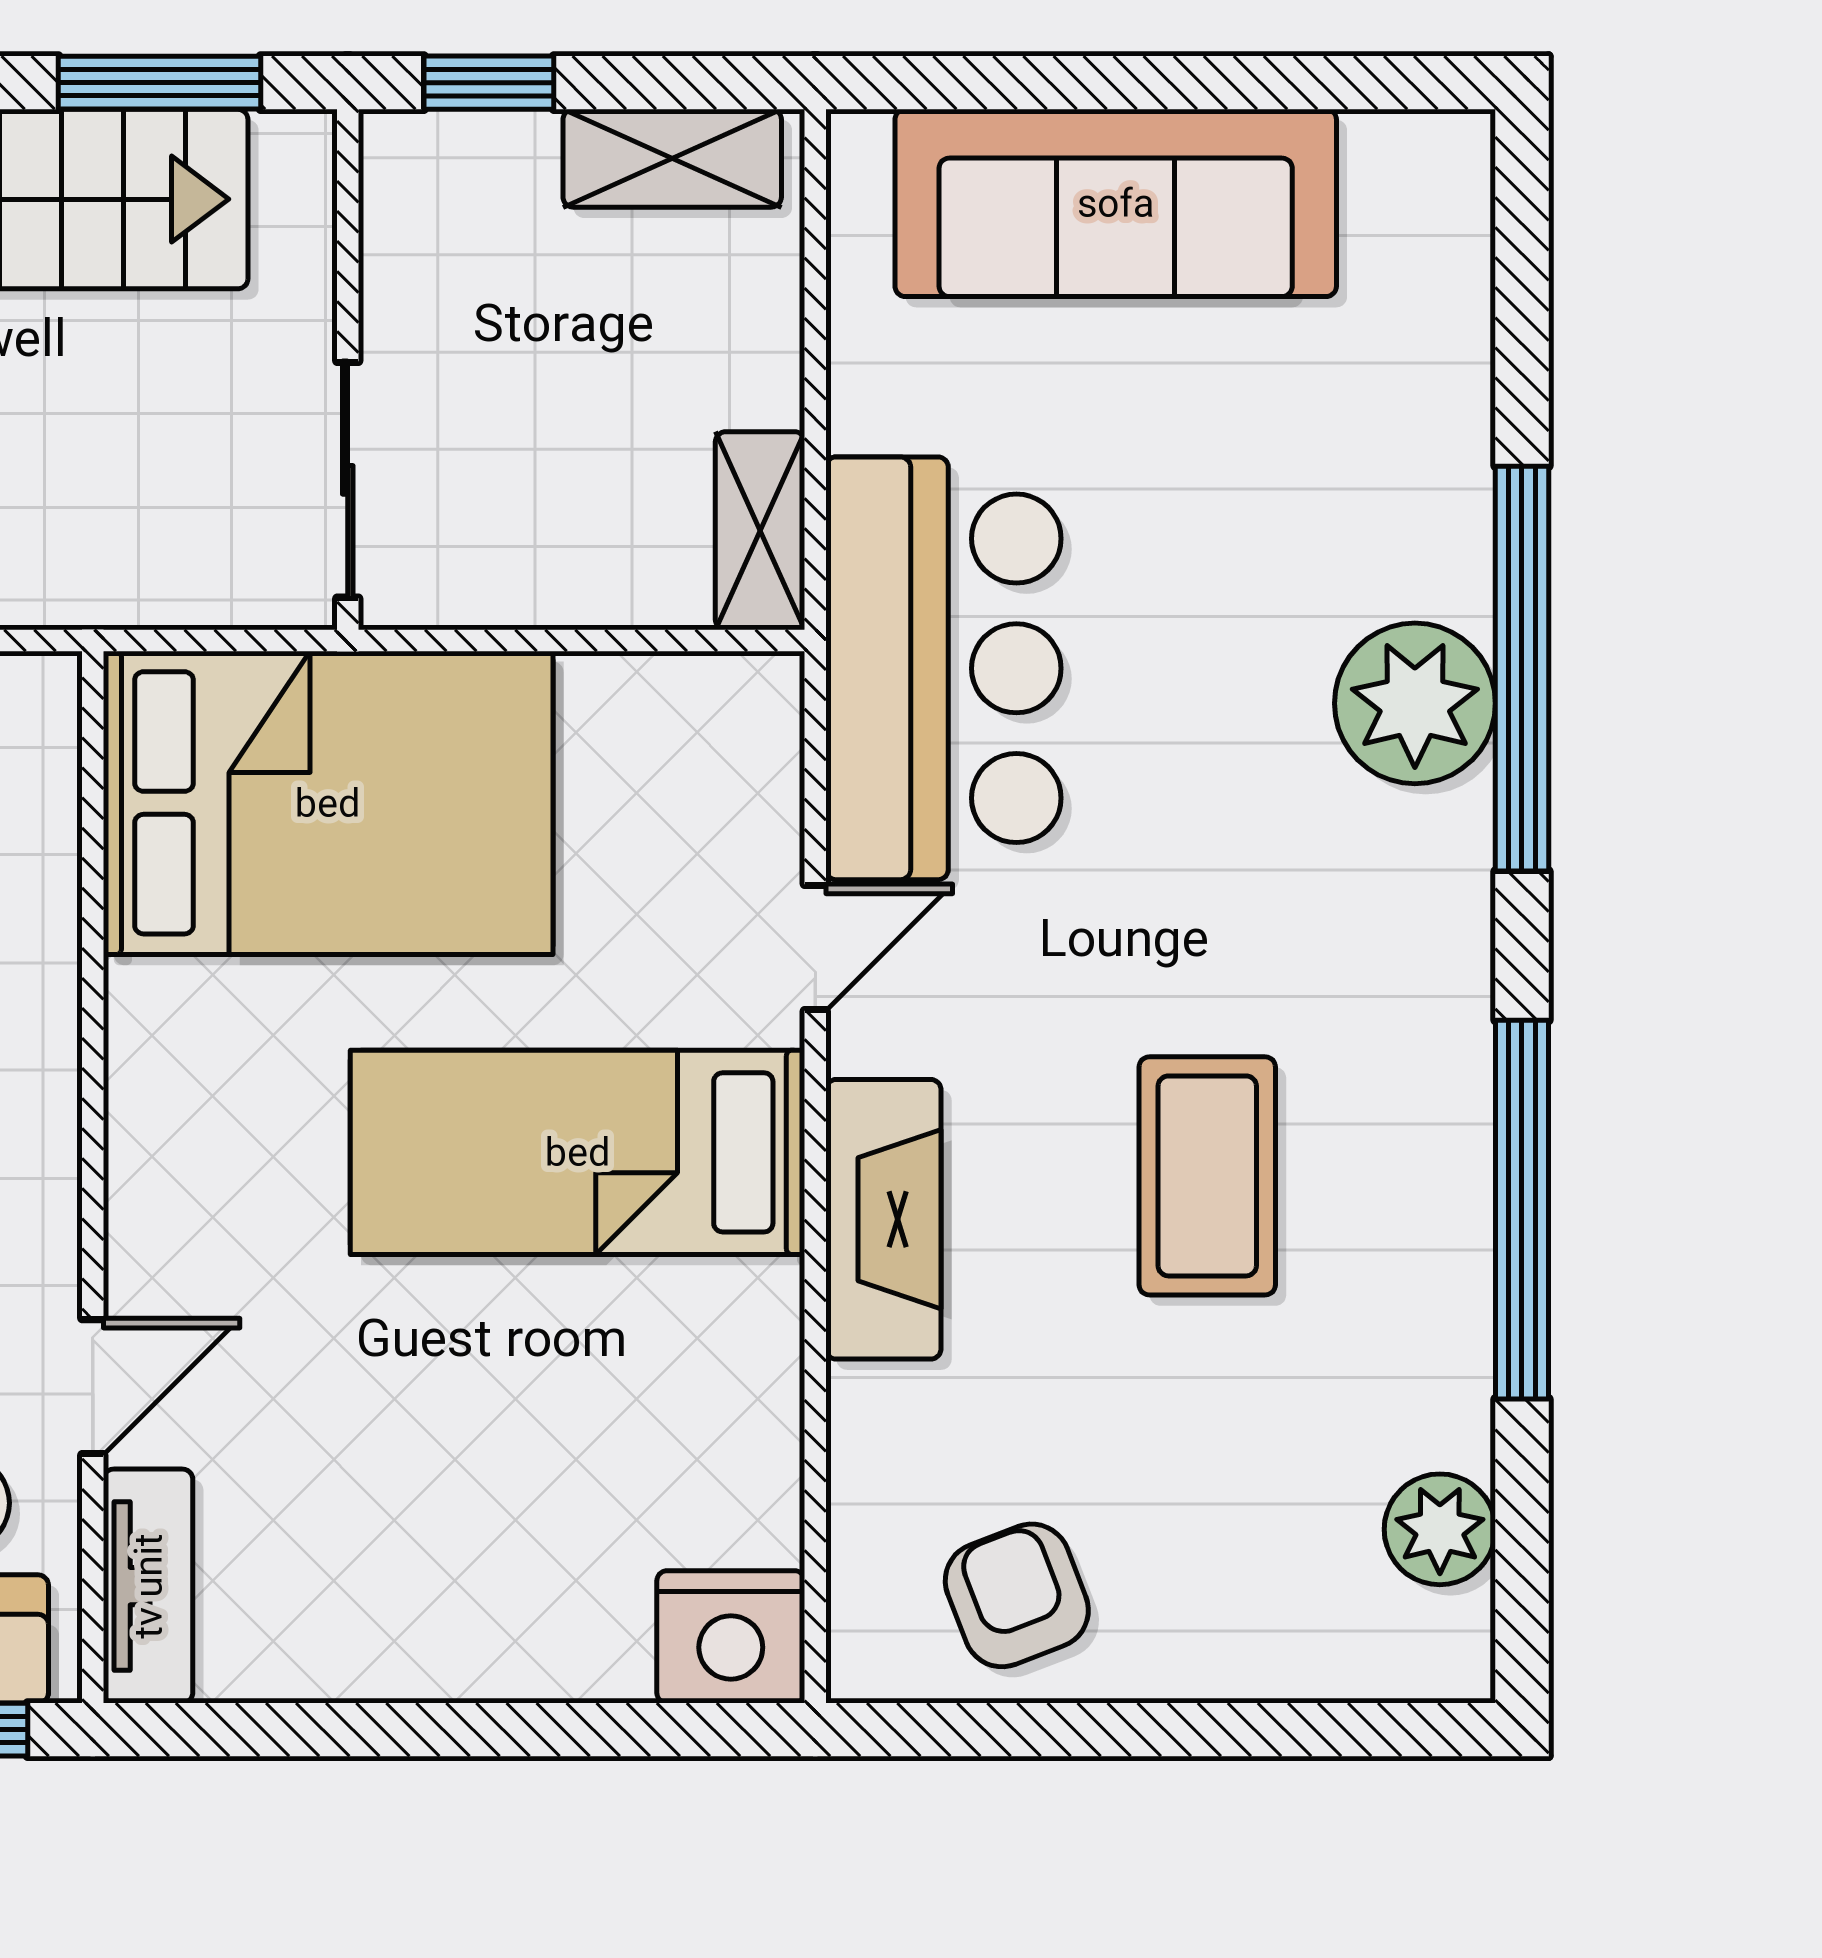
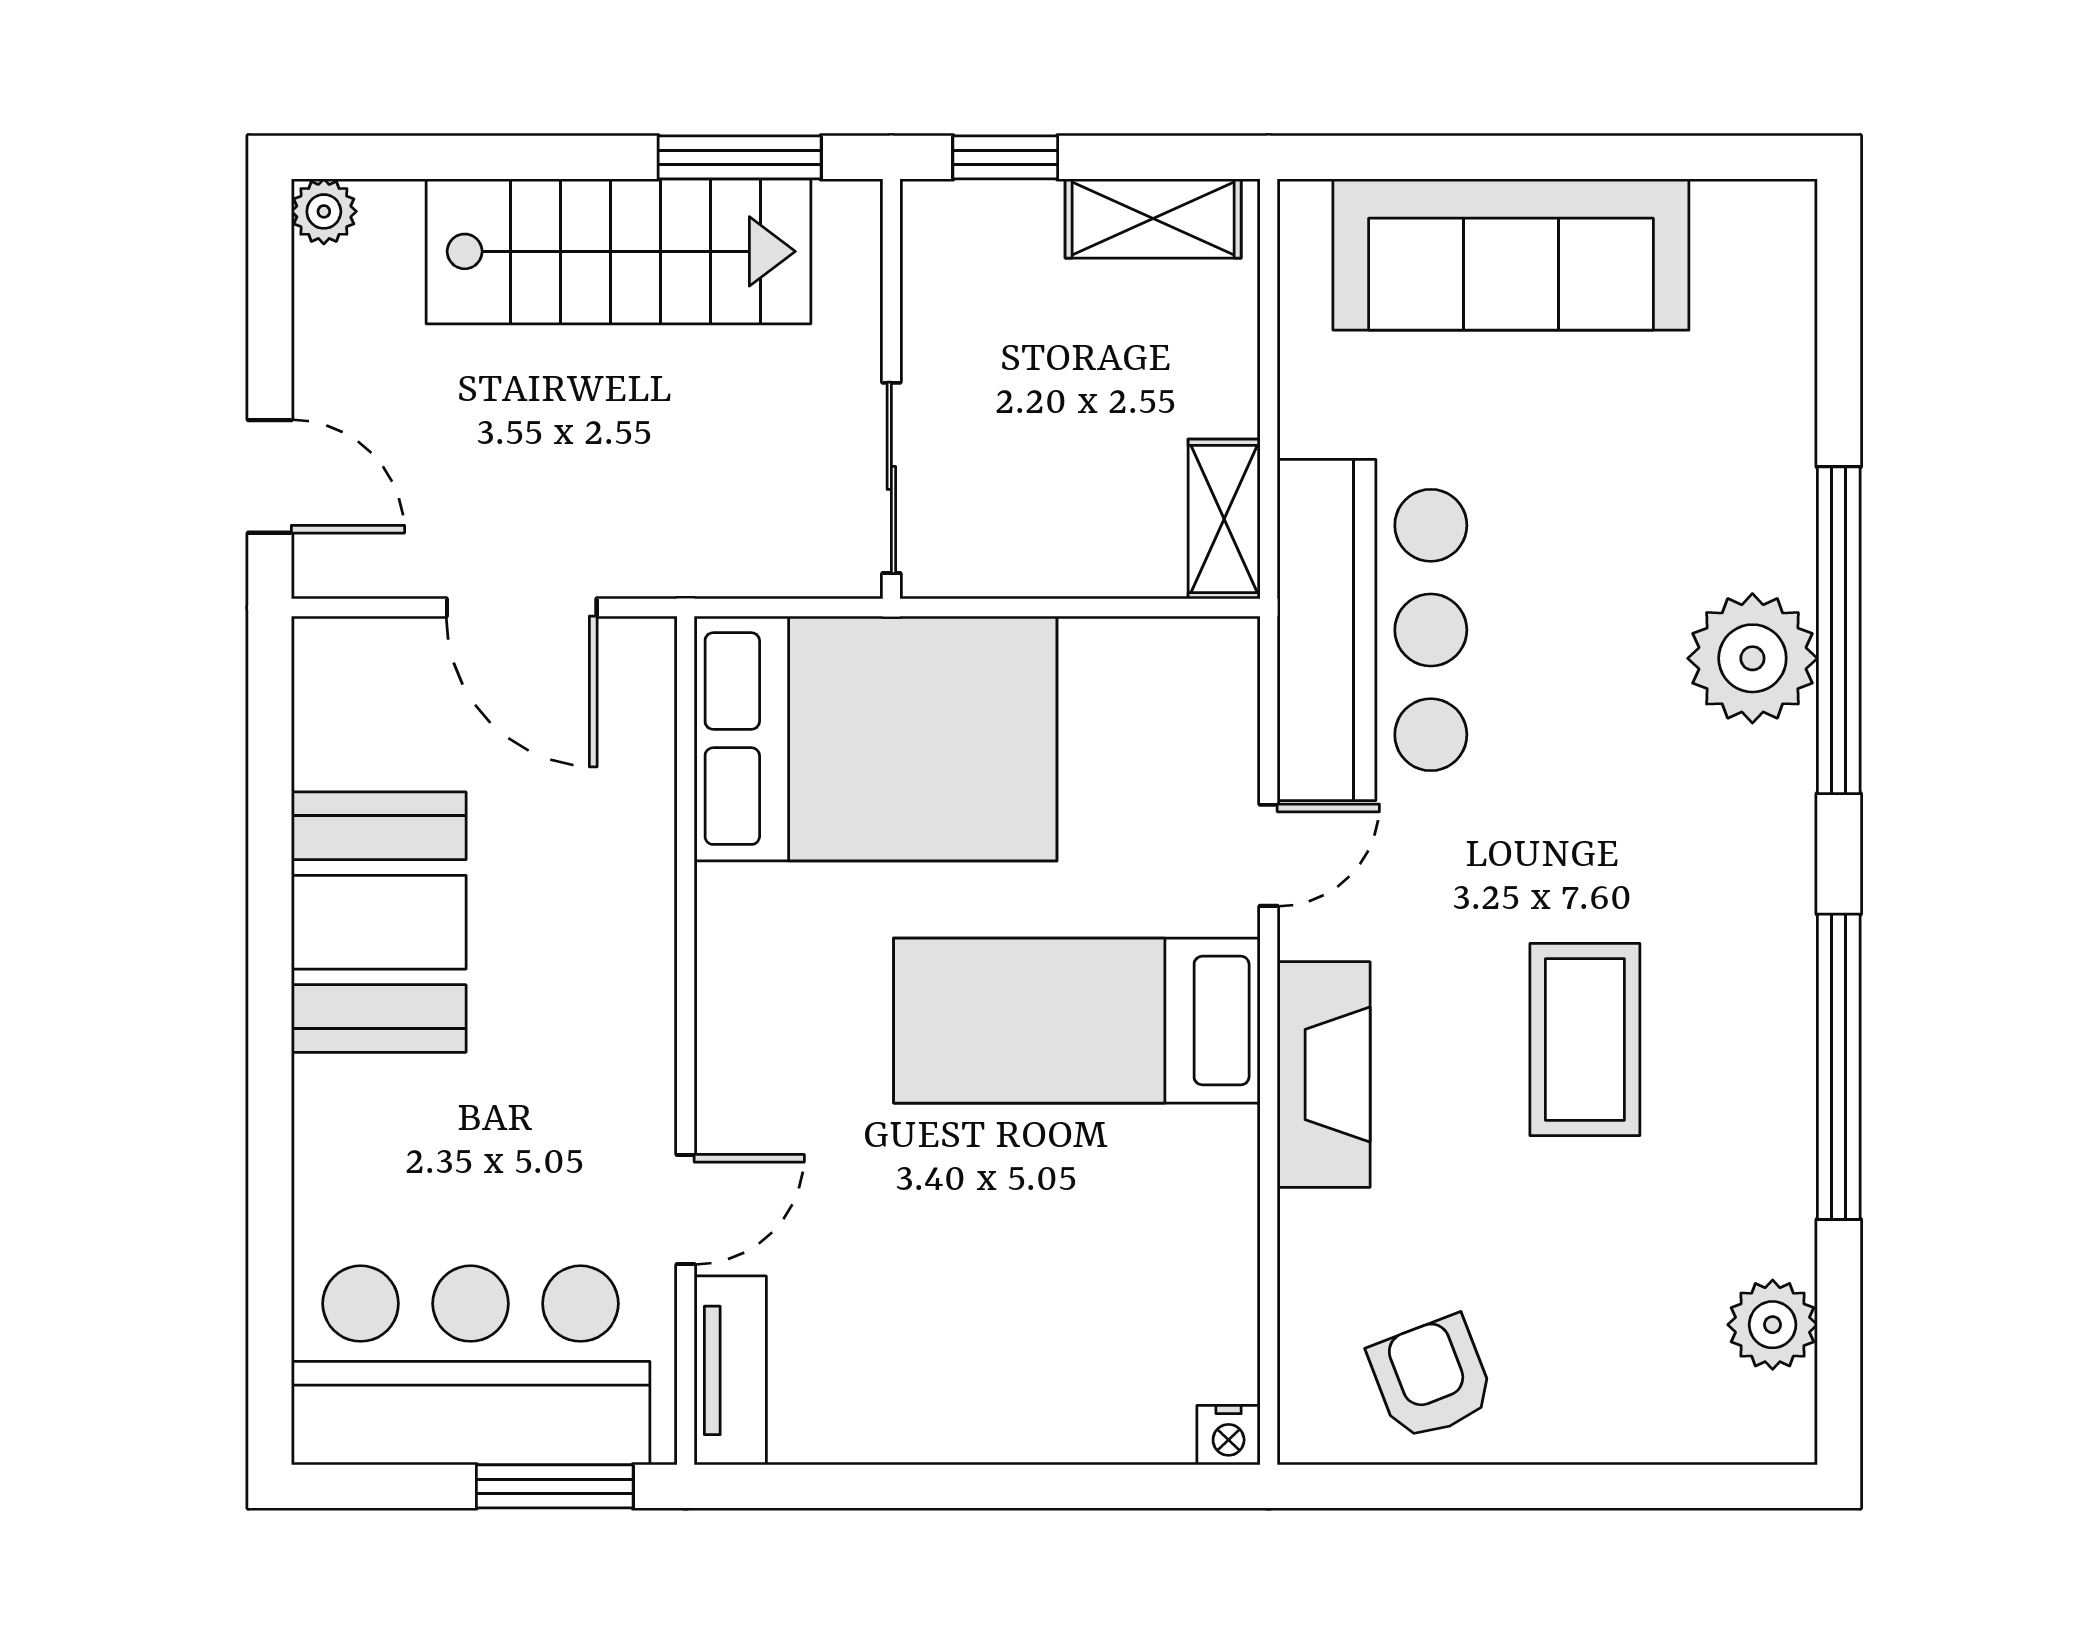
nightstand: (731, 1637) -> (1229, 1435), width x0.53, depth x0.56

